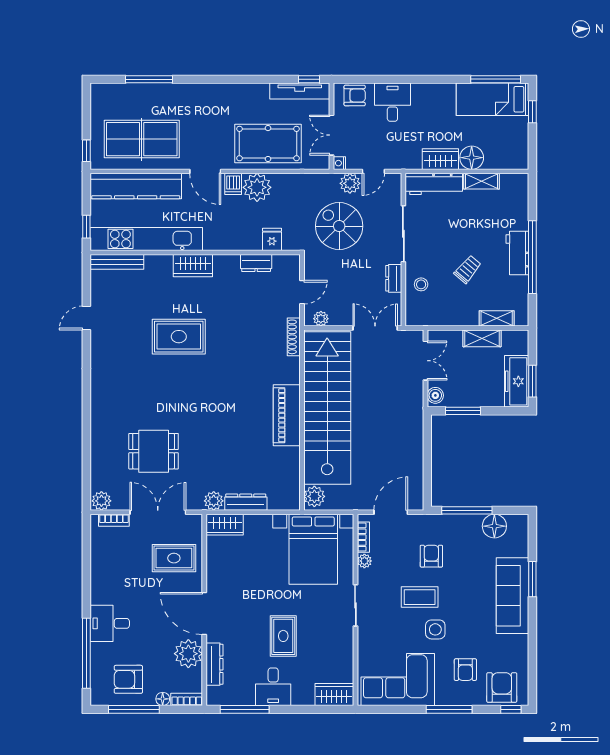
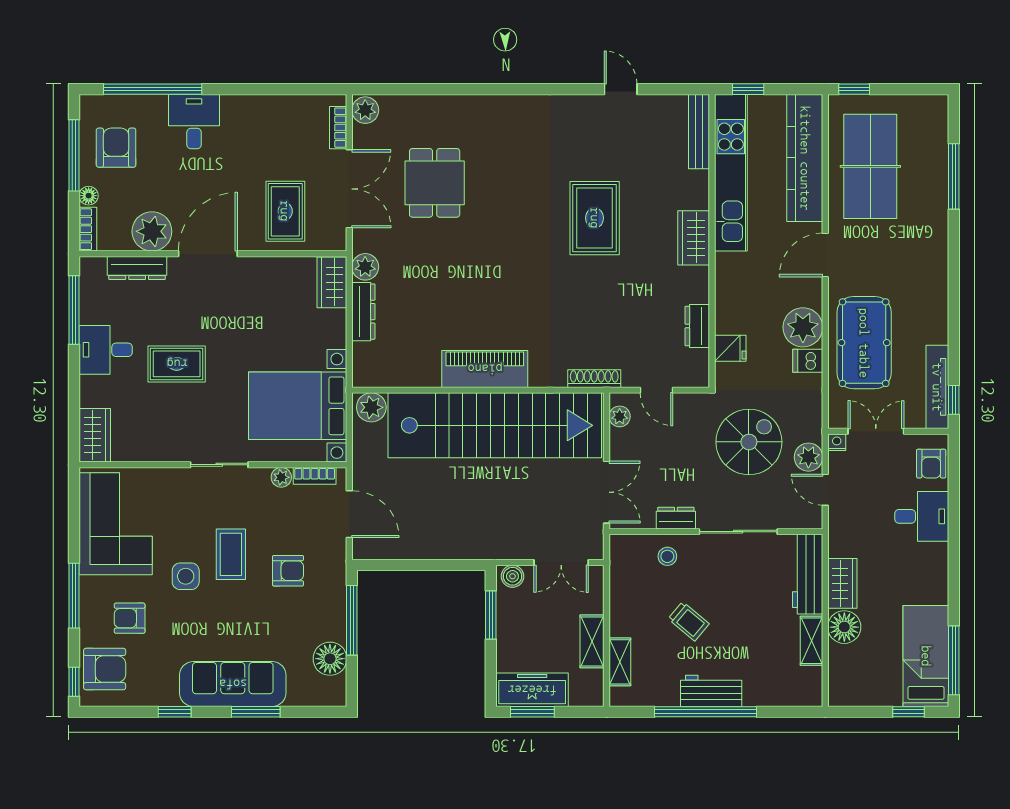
dishwasher: (233, 184) -> (808, 361), moved
window: (532, 637) -> (175, 712), added

